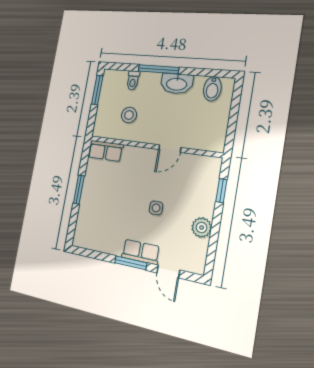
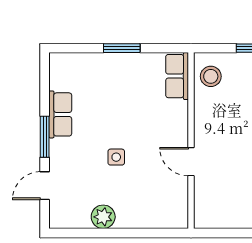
stool: (129, 115) -> (211, 76), moved
window: (221, 191) -> (150, 233), removed
row of seats: (141, 252) -> (60, 114), moved

